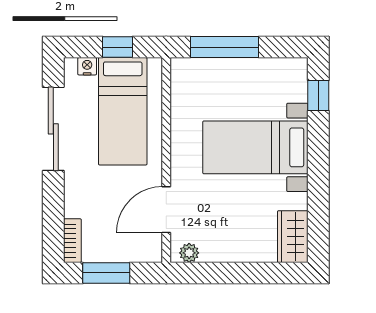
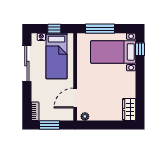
bed with nightstands: (255, 147) -> (113, 52), moved

